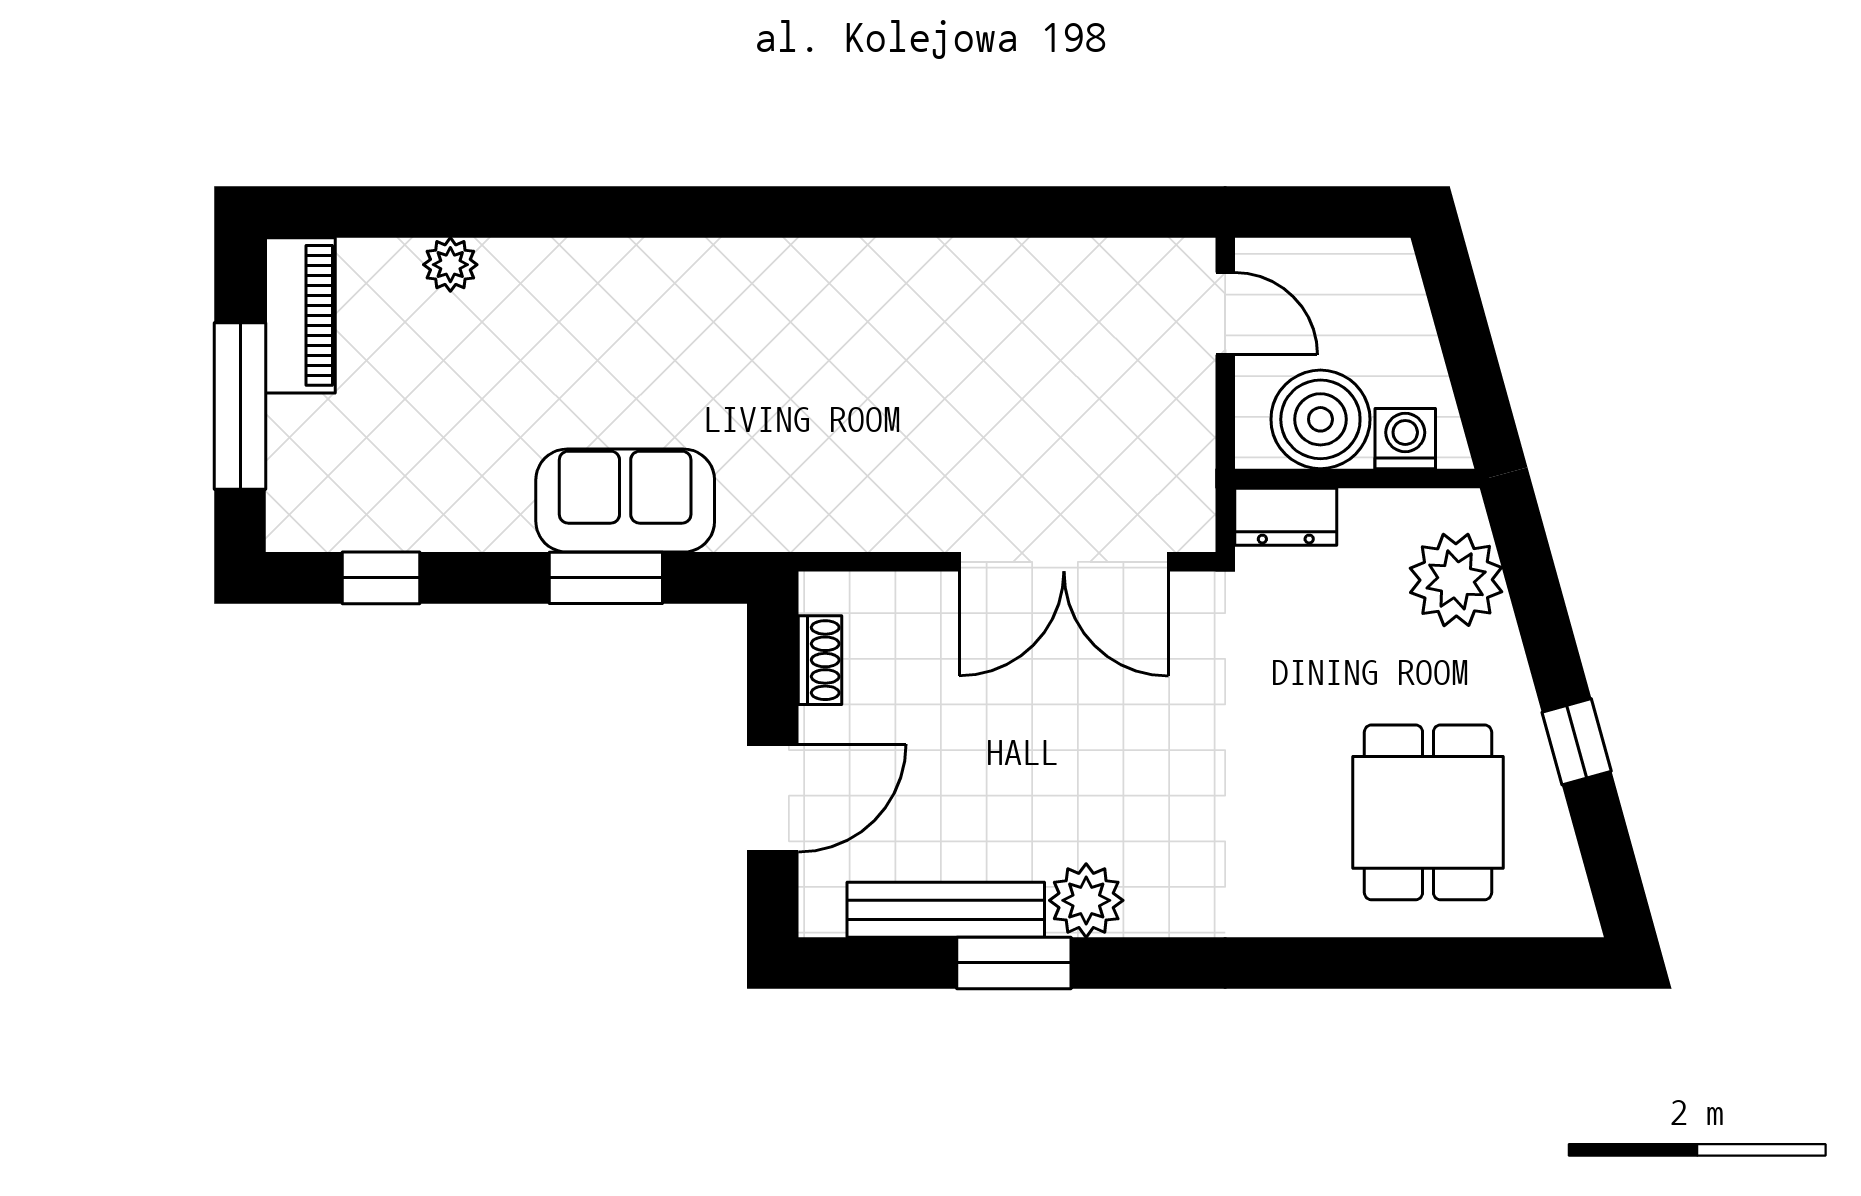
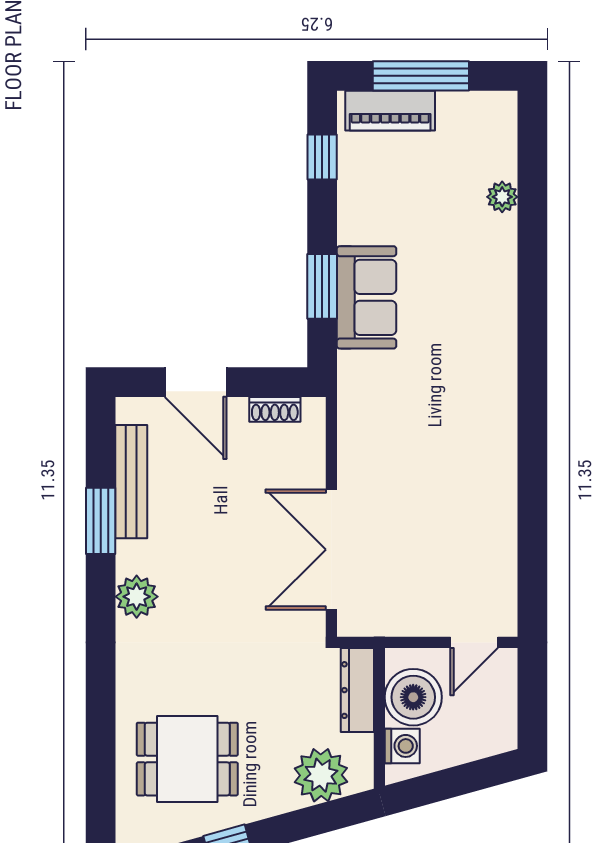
piano: (300, 315) -> (390, 111), moved
dresser: (1286, 517) -> (357, 690), width x1.44
plant: (1086, 900) -> (137, 597), moved

